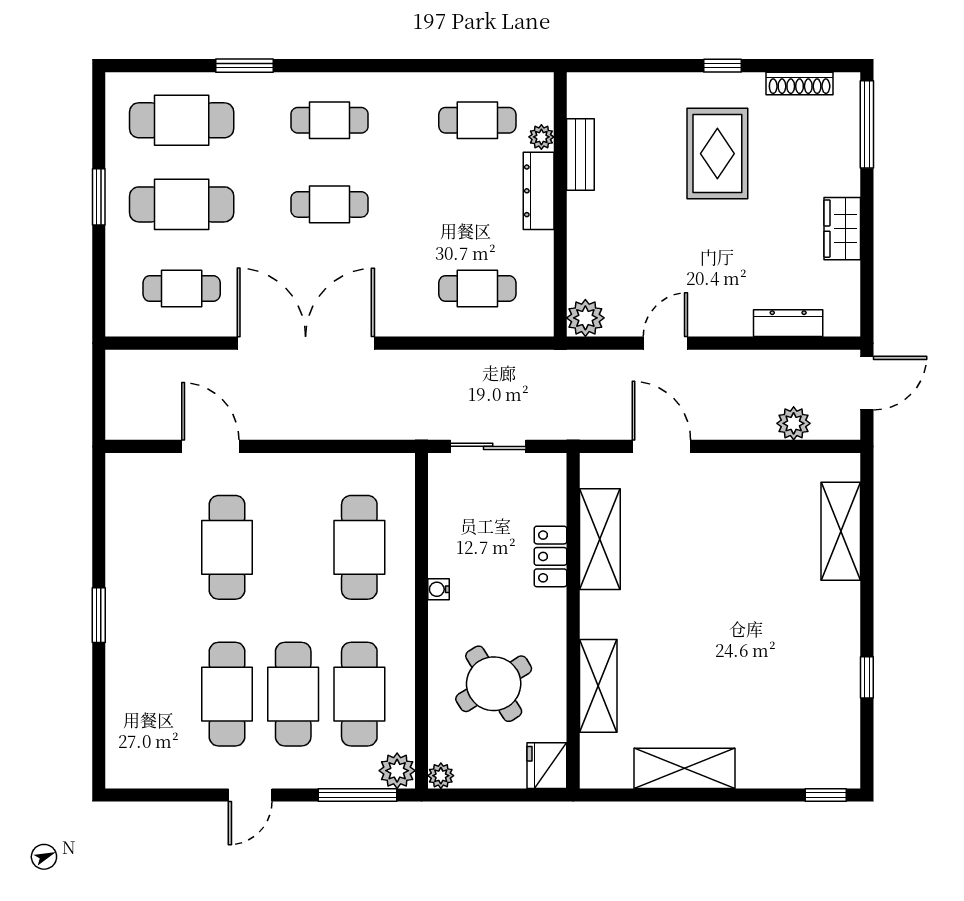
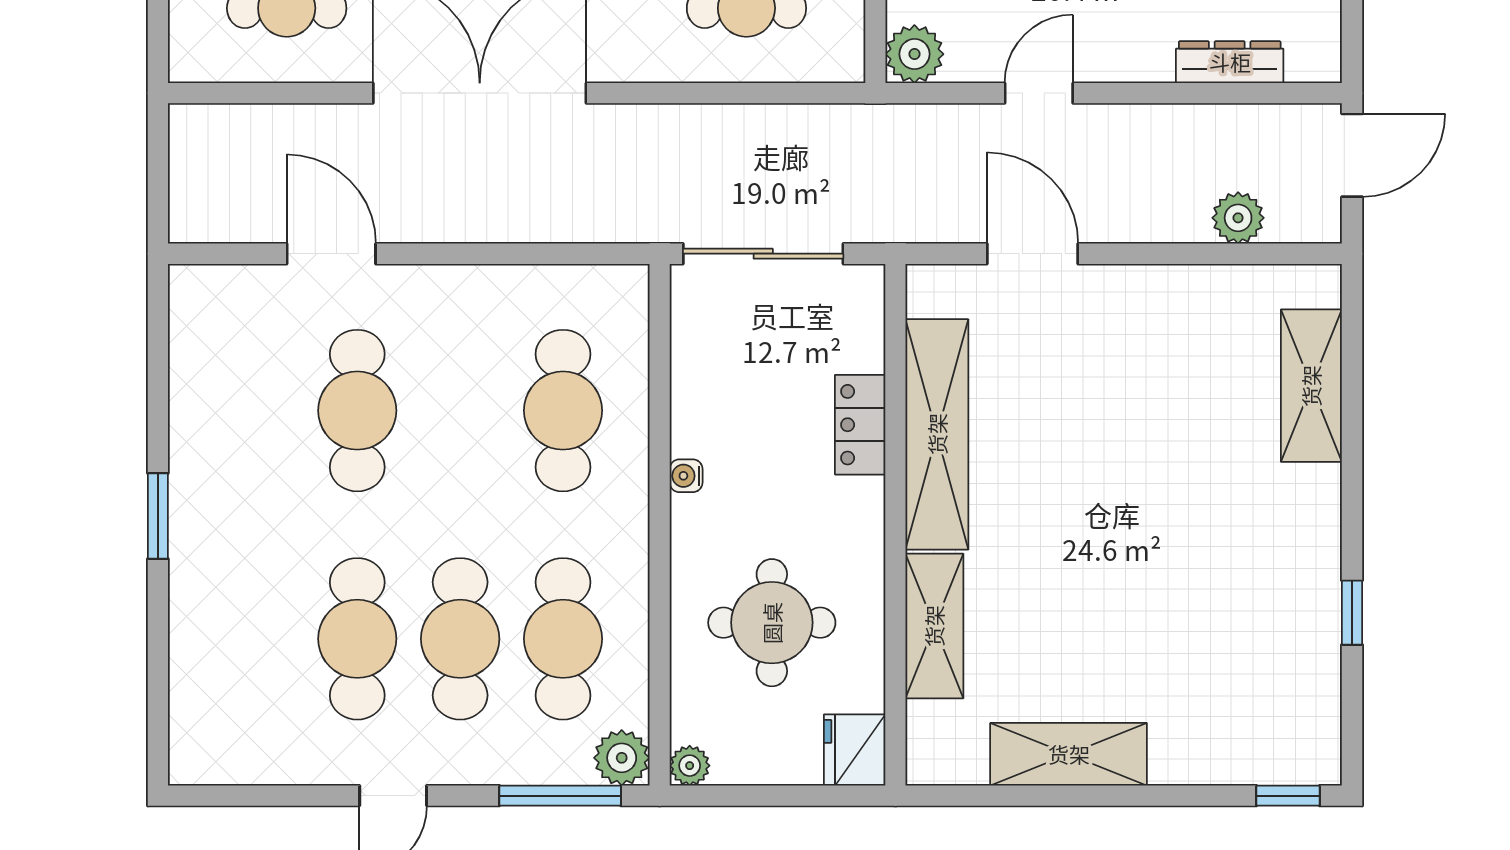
sliding door: (488, 446) -> (763, 254), width x1.37
shelving: (600, 539) -> (937, 434), width x1.47
round table: (494, 684) -> (772, 623), turned 32

